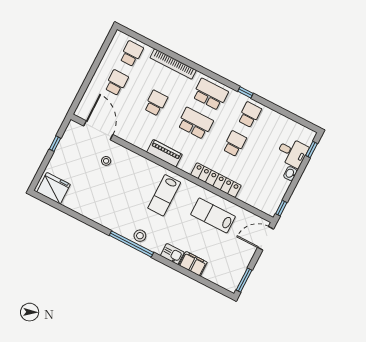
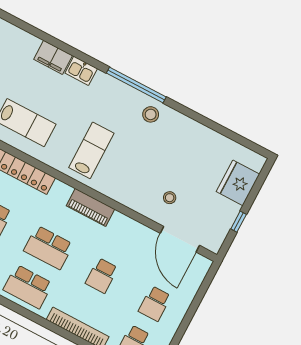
fridge: (54, 188) -> (238, 183), moved, turned 90
stool: (140, 236) -> (151, 114), moved

